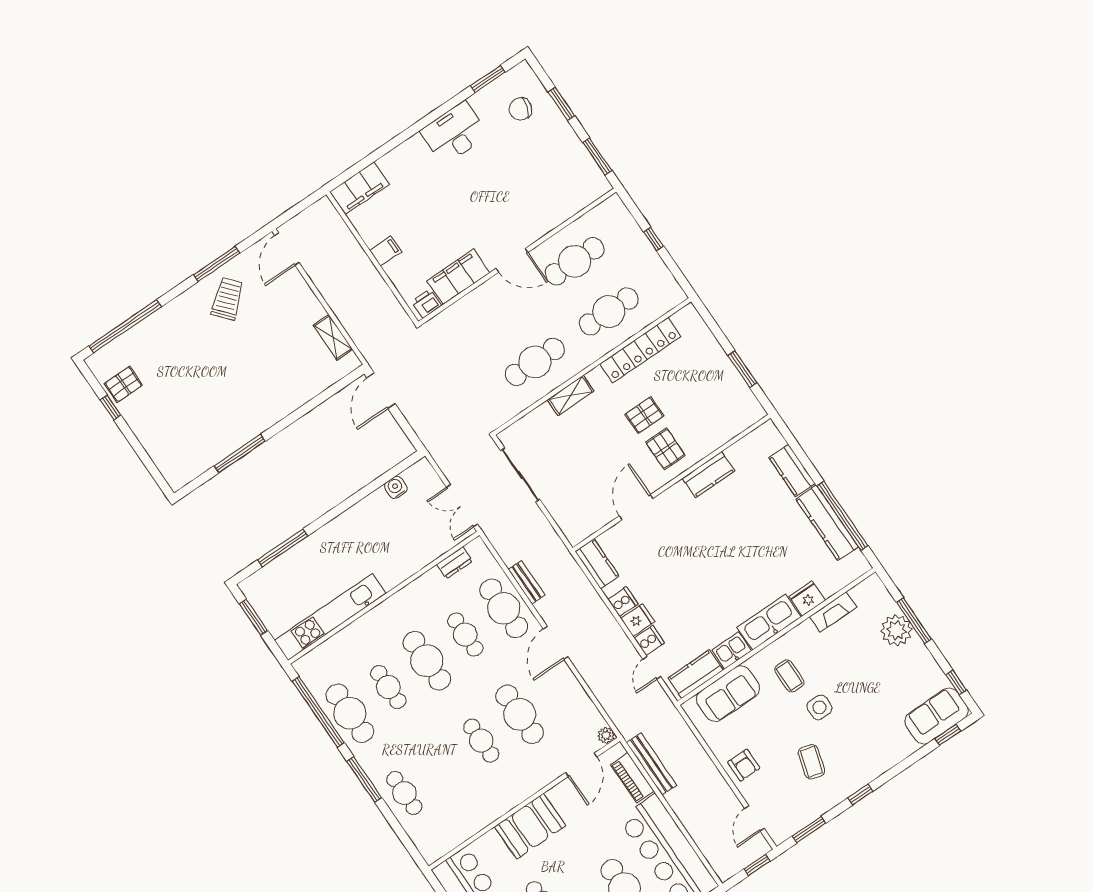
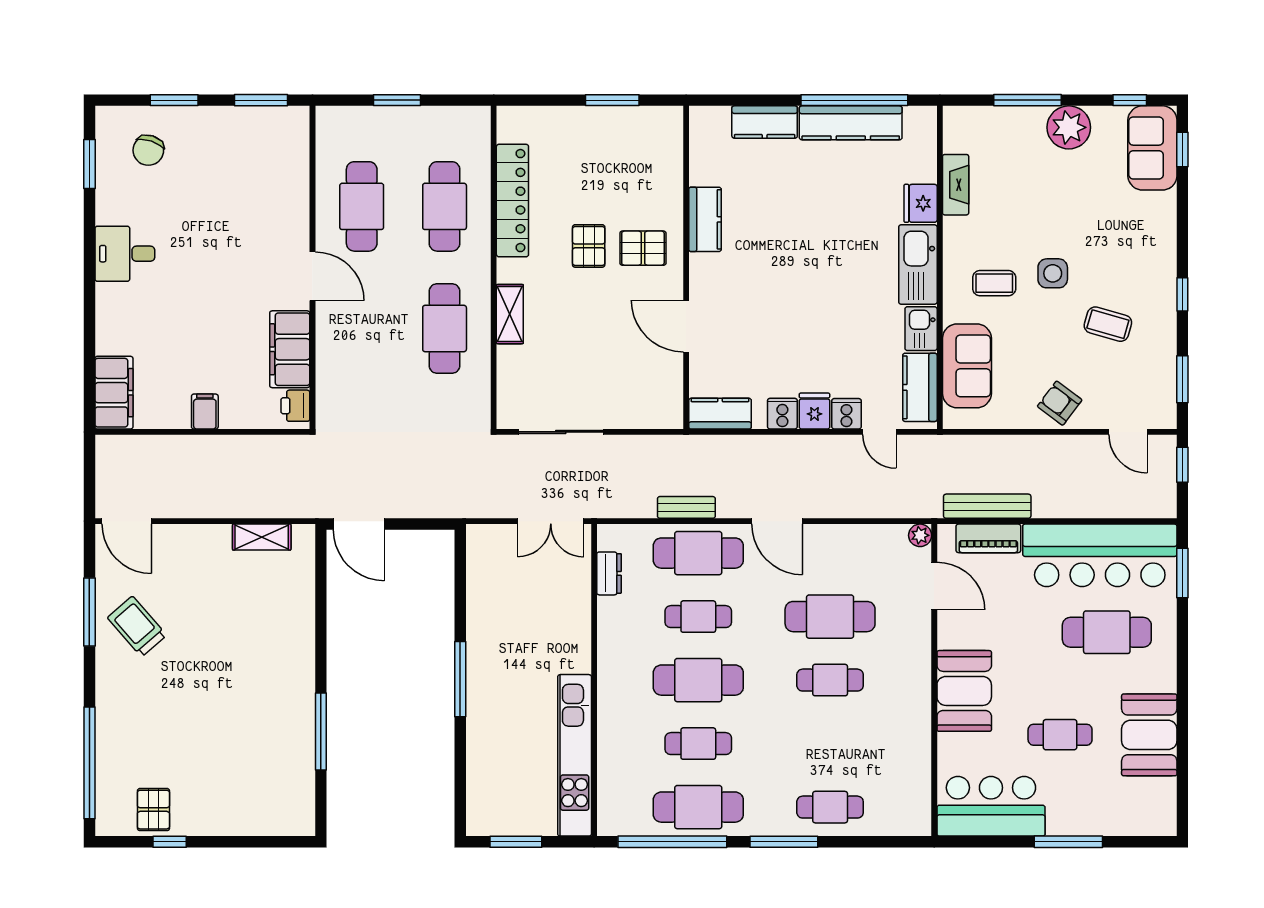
desk: (454, 133) -> (125, 254), width x0.73
window: (654, 239) -> (397, 100), width x1.50
door: (512, 260) -> (312, 276), hinge flipped
water cooler: (396, 487) -> (479, 582), removed
window: (283, 548) -> (460, 679), moved
plant: (896, 630) -> (1069, 127), moved
armchair: (744, 765) -> (1060, 403), turned -143

